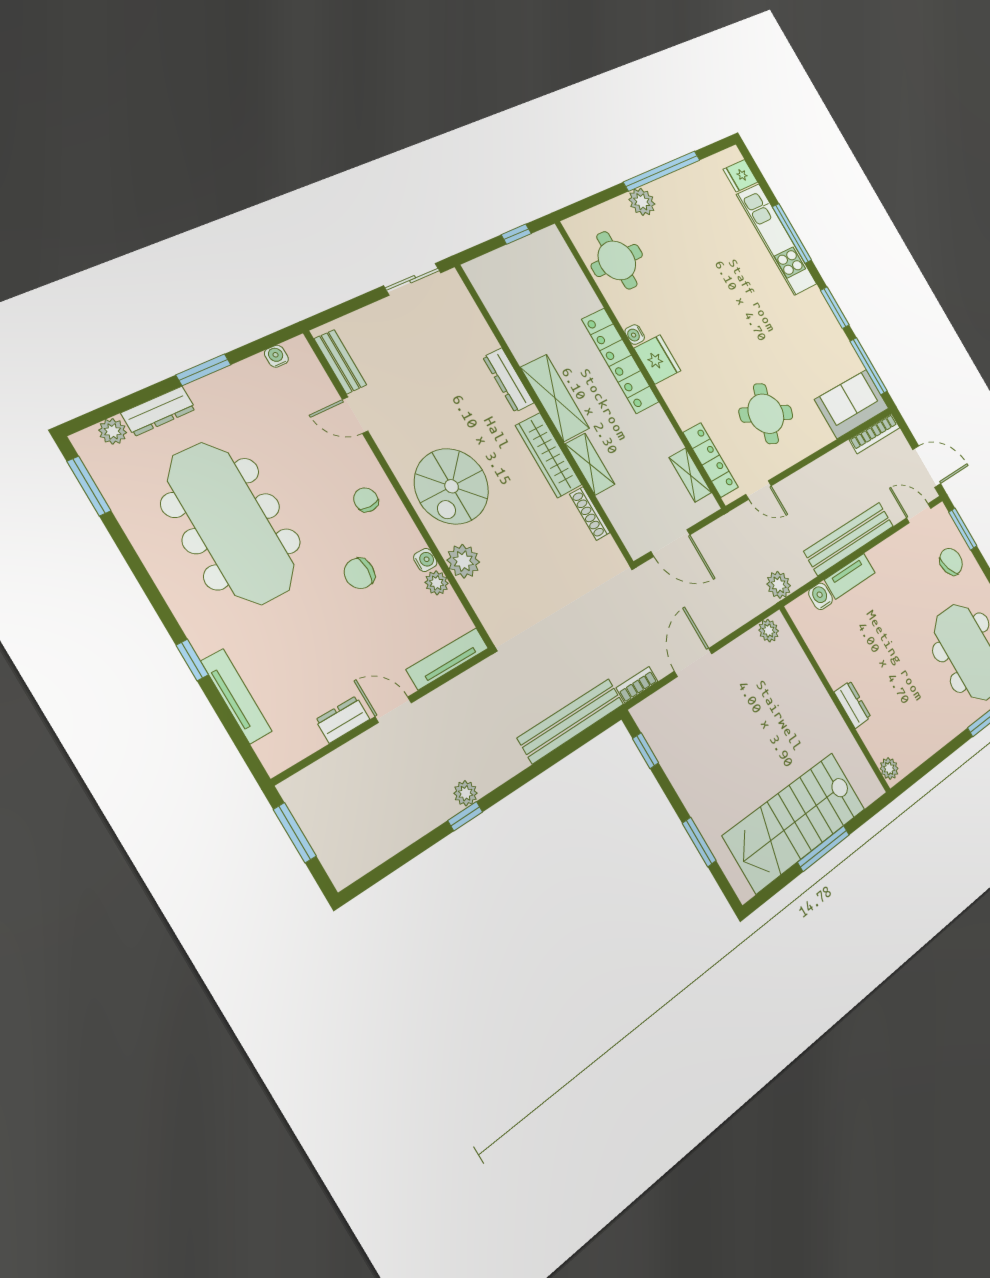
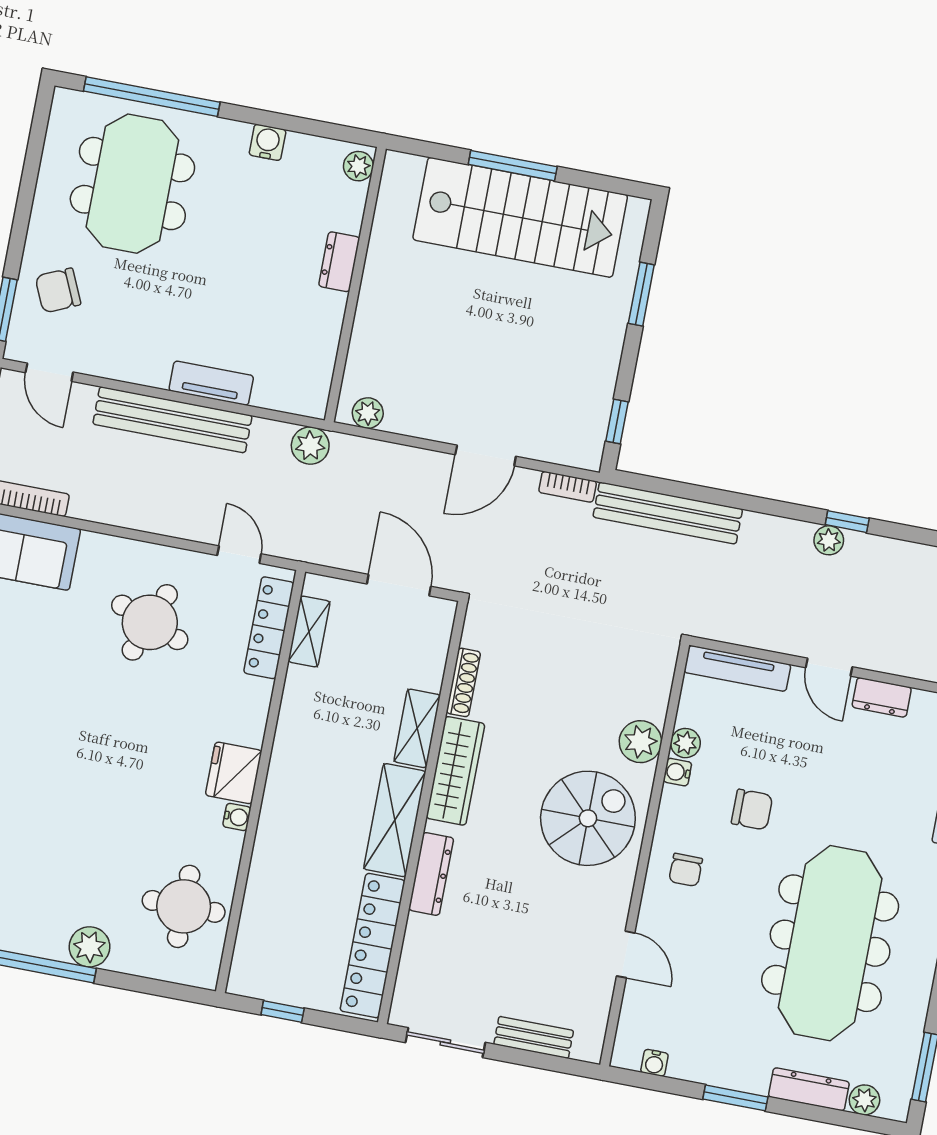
locker: (620, 361) -> (373, 946), moved, turned 180
bench: (340, 362) -> (534, 1037), moved, turned 90
water cooler: (821, 596) -> (268, 142), moved, turned 180

